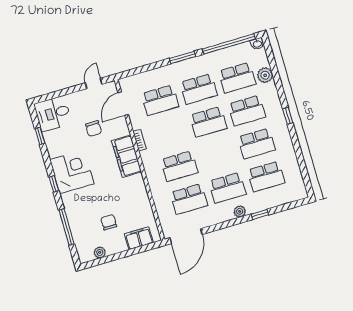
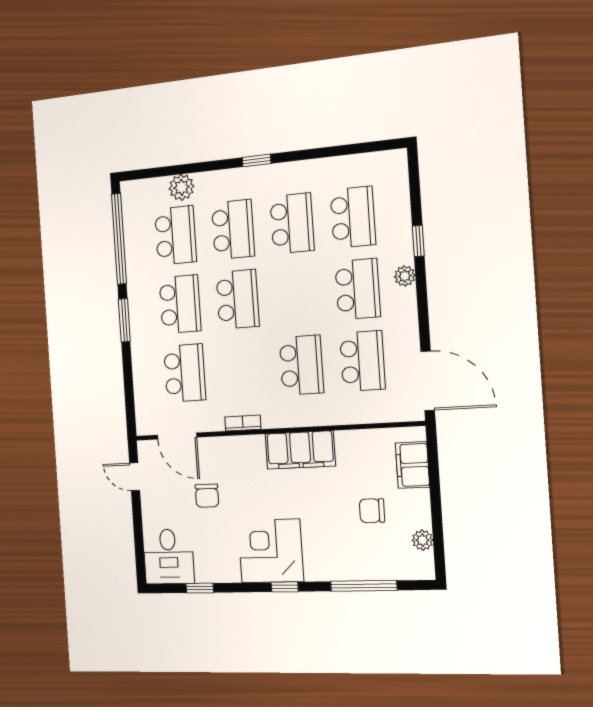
washbasin: (257, 44) -> (128, 191), removed
chair: (94, 129) -> (207, 496), turned 90
filing cabinet: (127, 156) -> (300, 450), moved

